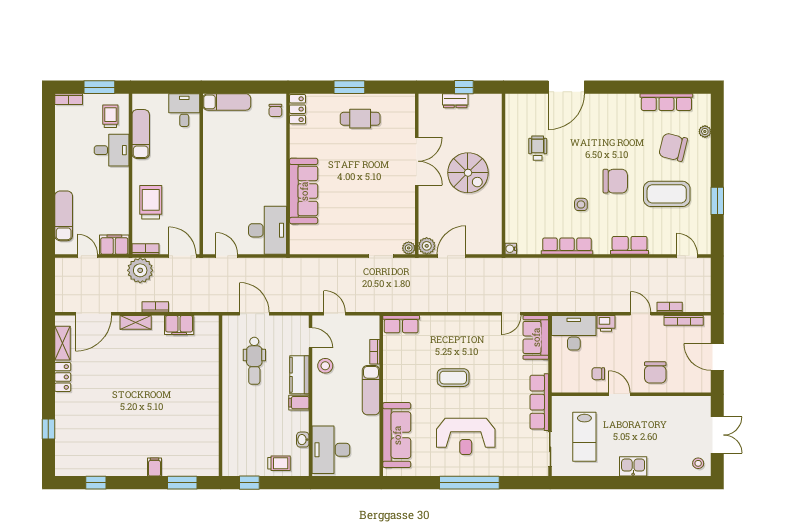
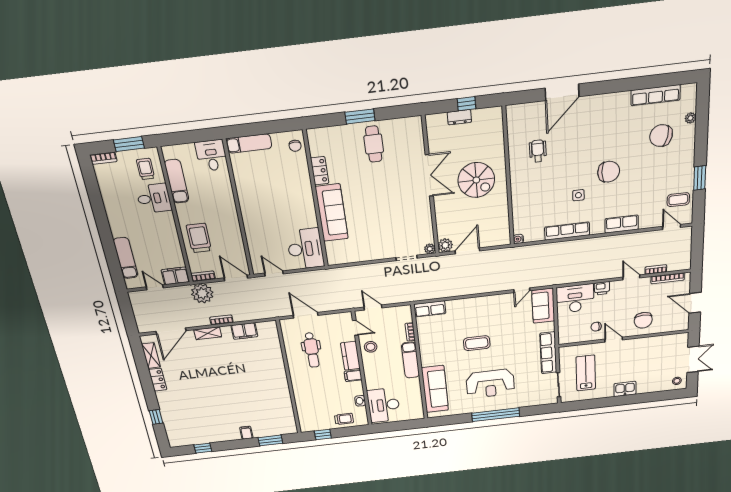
locker: (298, 109) -> (320, 171), moved
cafe table: (360, 119) -> (374, 144), turned 90
coffee table: (667, 194) -> (678, 200), moved, width x0.54, depth x0.58
lab bench: (584, 437) -> (586, 373), turned 180

